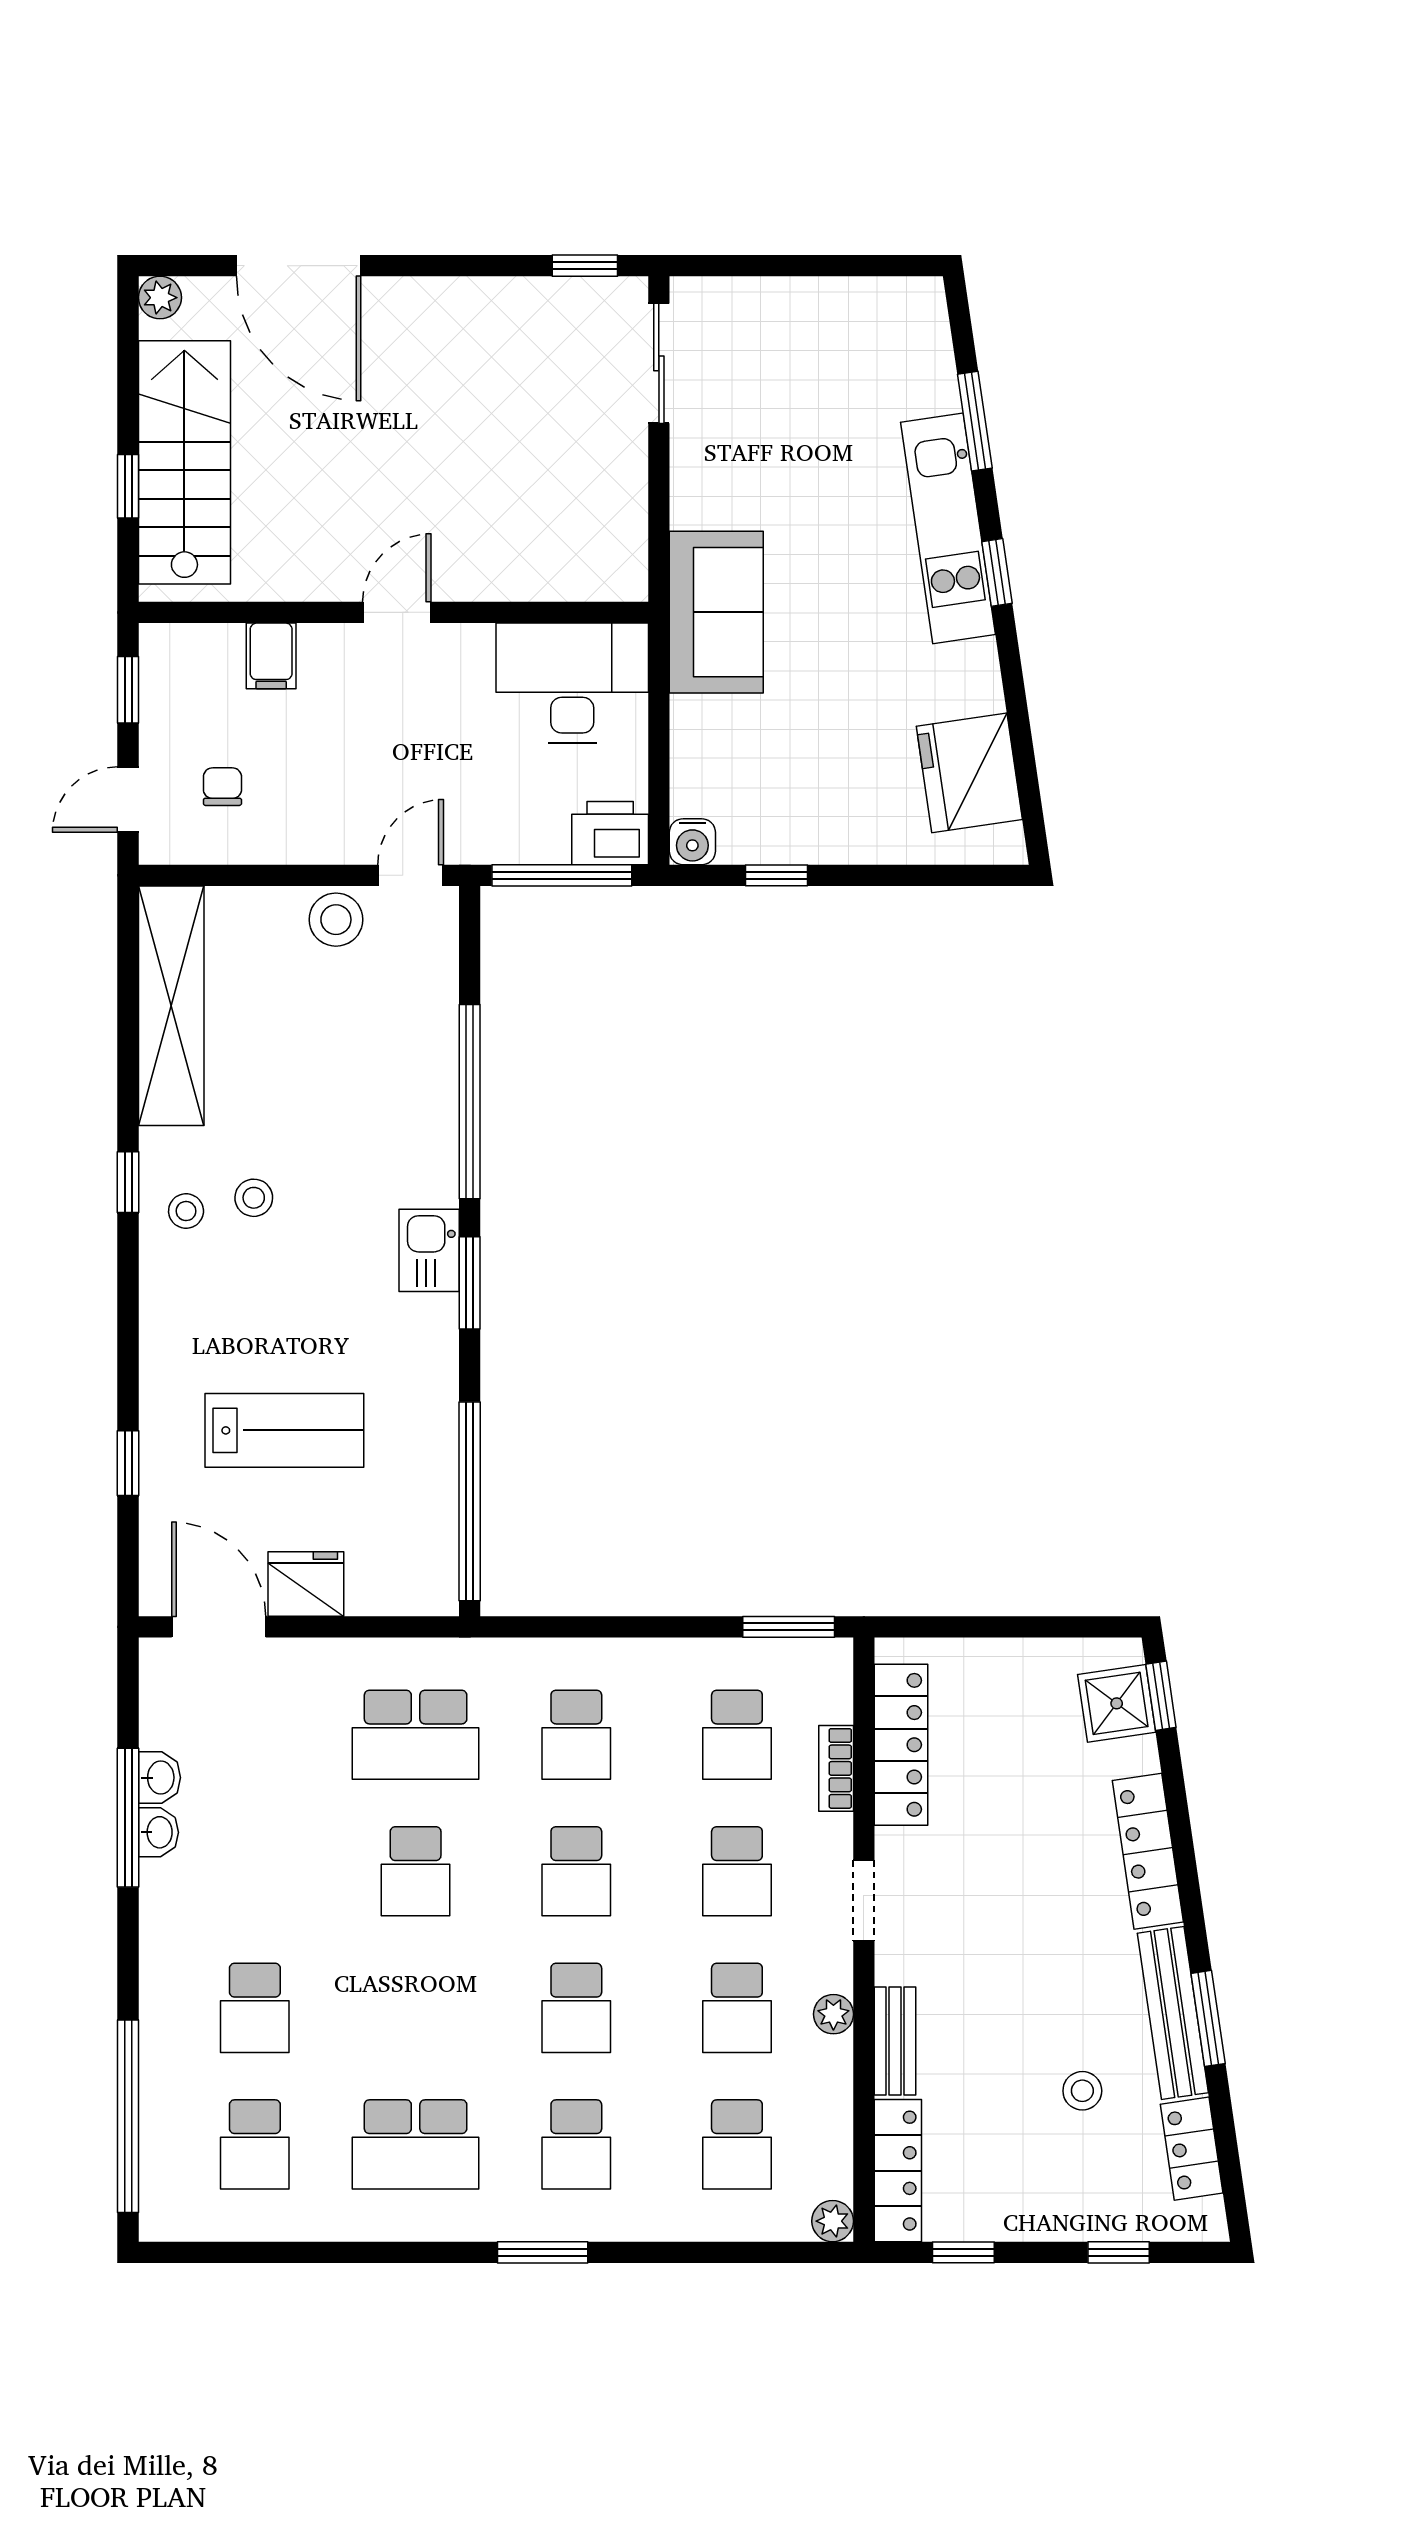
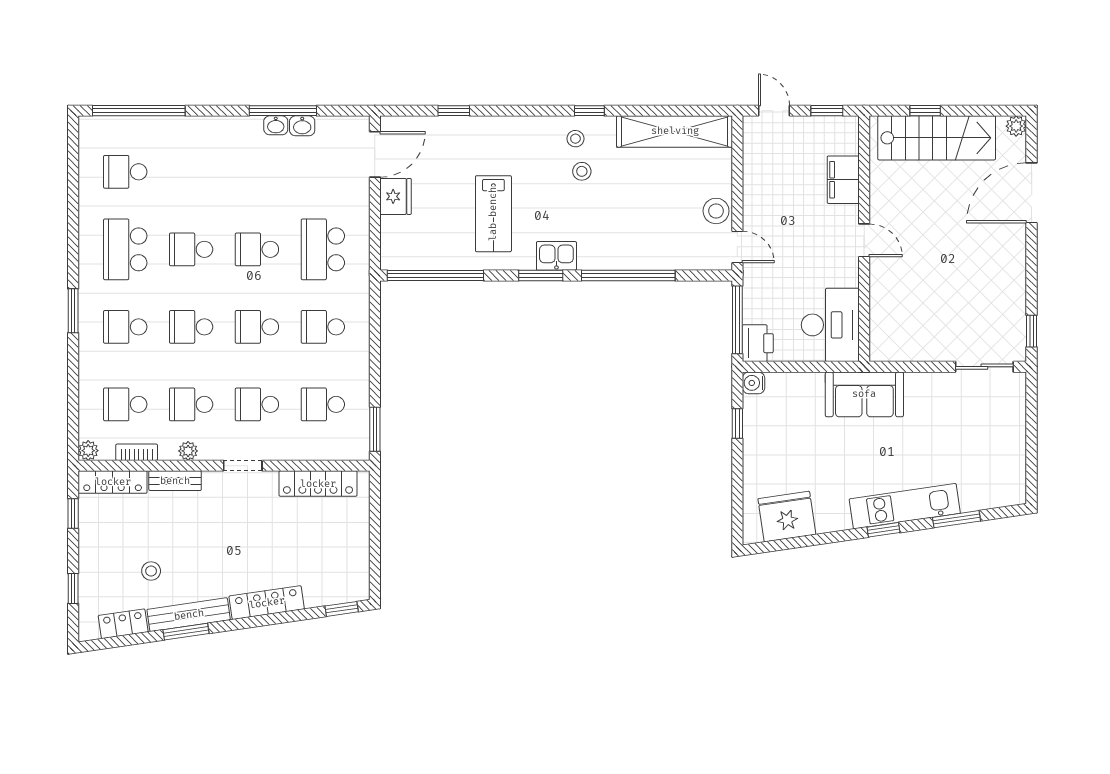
filing cabinet: (271, 656) -> (843, 180), width x2.00
chair: (222, 787) -> (780, 156), removed
lab bench: (284, 1430) -> (493, 214), moved
shower: (1117, 1703) -> (338, 588), removed
bookcase: (836, 1768) -> (137, 452), moved
school desk: (255, 2008) -> (191, 249), moved

